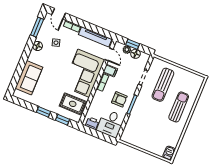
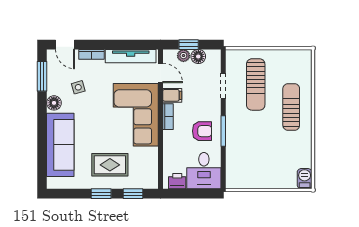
sofa: (29, 78) -> (60, 145), width x1.36
rug: (73, 104) -> (110, 165), moved

